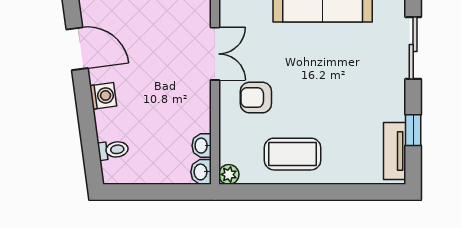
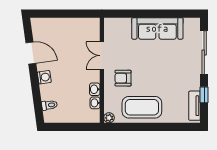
sliding door: (413, 48) -> (204, 53), width x1.37
double door: (215, 54) -> (102, 56), swing flipped
coffee table: (293, 154) -> (142, 107), width x1.36, depth x1.32
washbasin: (201, 172) -> (95, 89), moved

